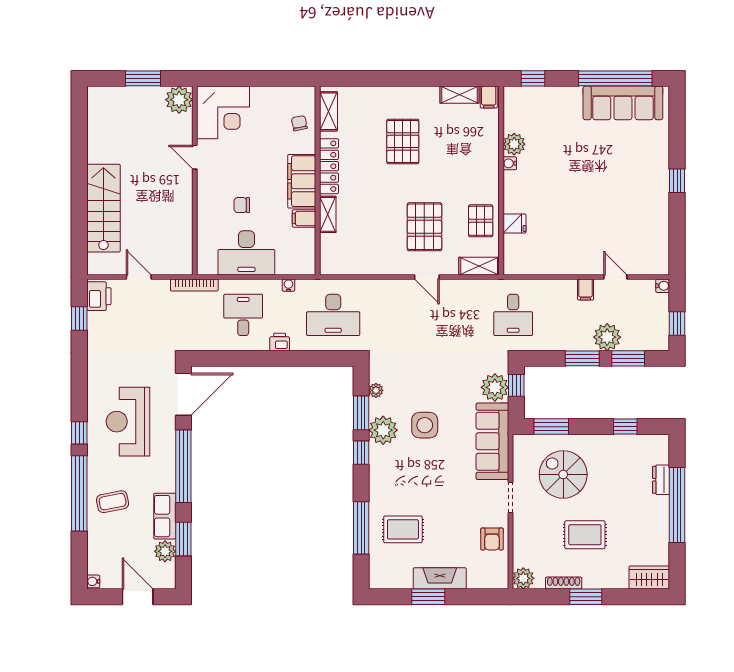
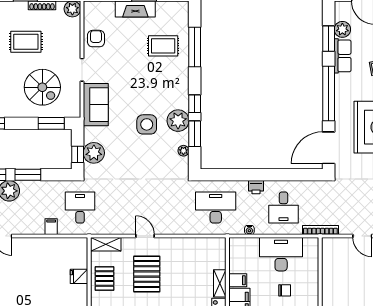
filing cabinet: (585, 290) -> (51, 227), moved
sofa: (492, 441) -> (96, 105), width x0.73

